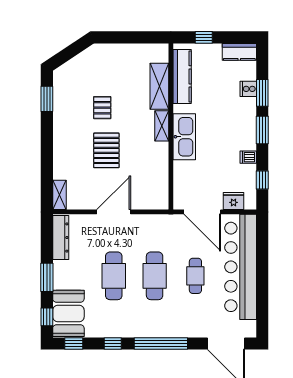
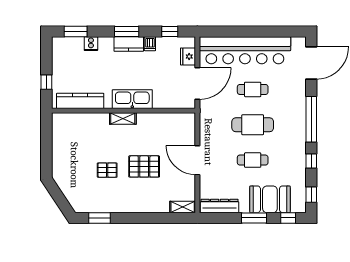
kitchen counter: (239, 52) -> (129, 44), moved, turned 90
shelving: (159, 86) -> (89, 121), removed
window: (262, 93) -> (76, 32), moved
cafe table: (114, 276) -> (253, 160), width x0.73, depth x0.74
booth: (68, 313) -> (270, 199), moved

